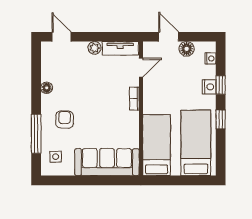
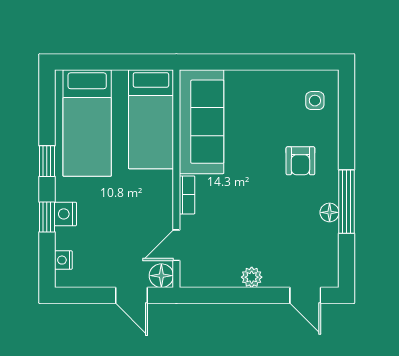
tv unit: (120, 48) -> (210, 277), removed
floor lamp: (187, 49) -> (161, 276), moved
window: (36, 134) -> (347, 202), moved
sofa: (107, 162) -> (202, 122), moved, turned -90

